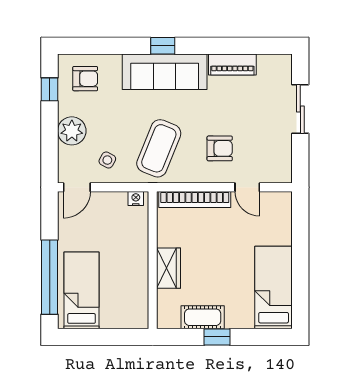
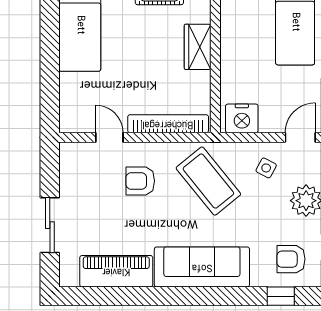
window: (163, 46) -> (281, 296), moved
piano: (232, 64) -> (116, 271), width x1.37, depth x1.33
coffee table: (159, 148) -> (208, 181), turned -61
nightstand: (136, 199) -> (242, 118), width x1.89, depth x1.79

